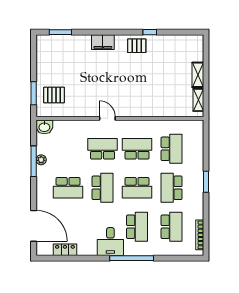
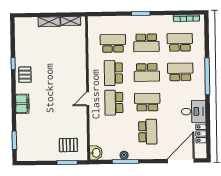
pallet: (54, 95) -> (68, 145), turned 90
school desk: (137, 188) -> (147, 72), turned 90
desk: (110, 242) -> (194, 112), moved

